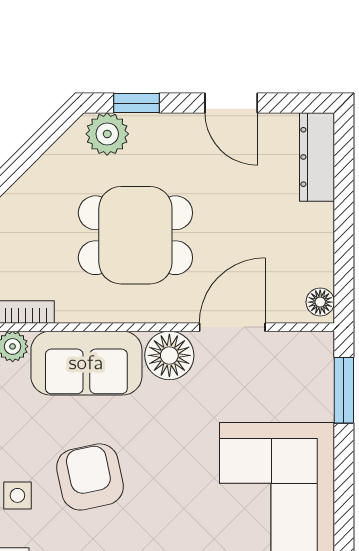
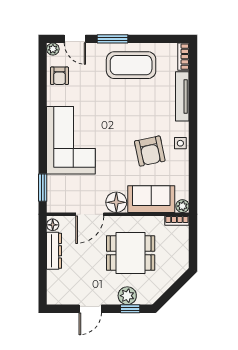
door: (231, 103) -> (90, 309), swing flipped
plant: (107, 134) -> (127, 296), moved
dresser: (317, 157) -> (54, 251), moved

